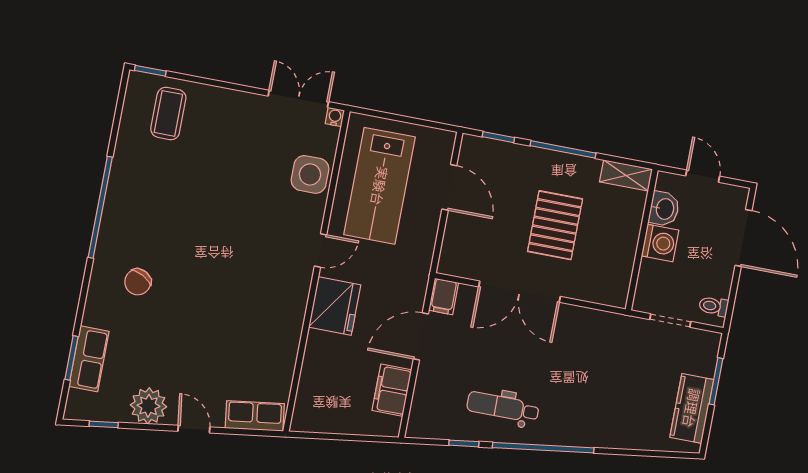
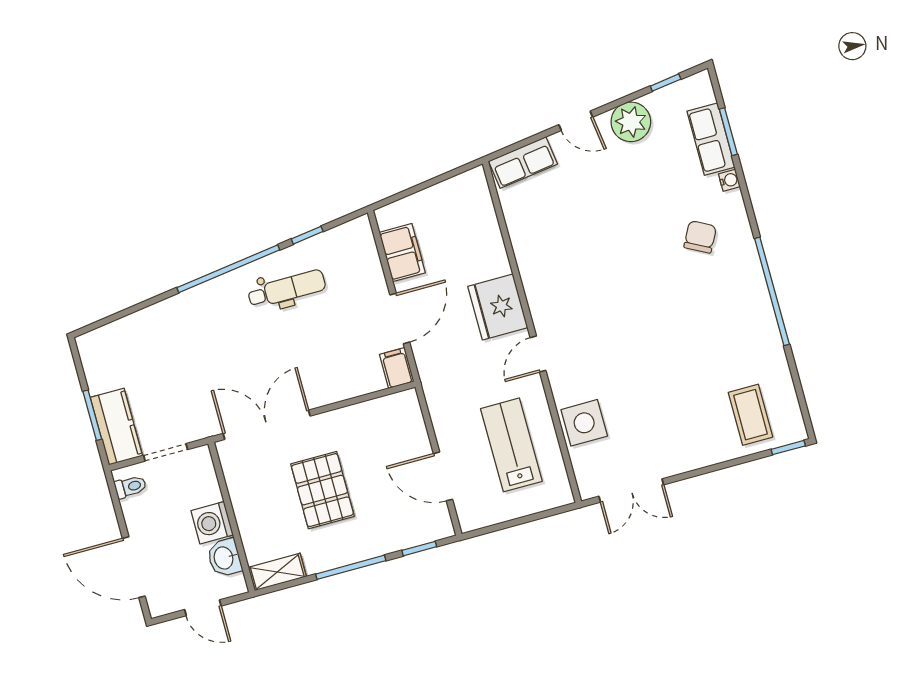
water cooler: (335, 117) -> (729, 180), moved, turned -90
lab bench: (380, 186) -> (511, 445), width x0.73, depth x0.72
double door: (520, 292) -> (267, 425), moved
kitchen counter: (692, 408) -> (116, 427), moved

